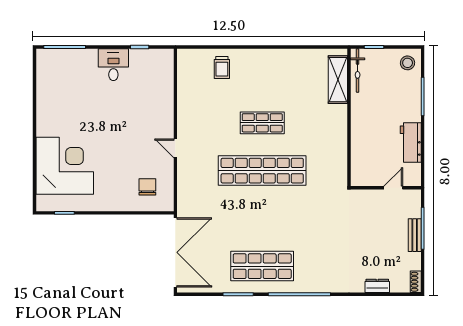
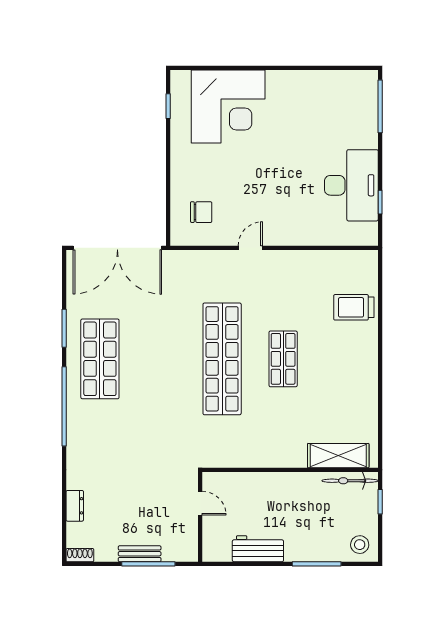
desk: (113, 65) -> (351, 185), width x1.87, depth x1.30
trolley: (222, 67) -> (354, 307), width x1.36, depth x1.39
door: (393, 188) -> (200, 503), moved

